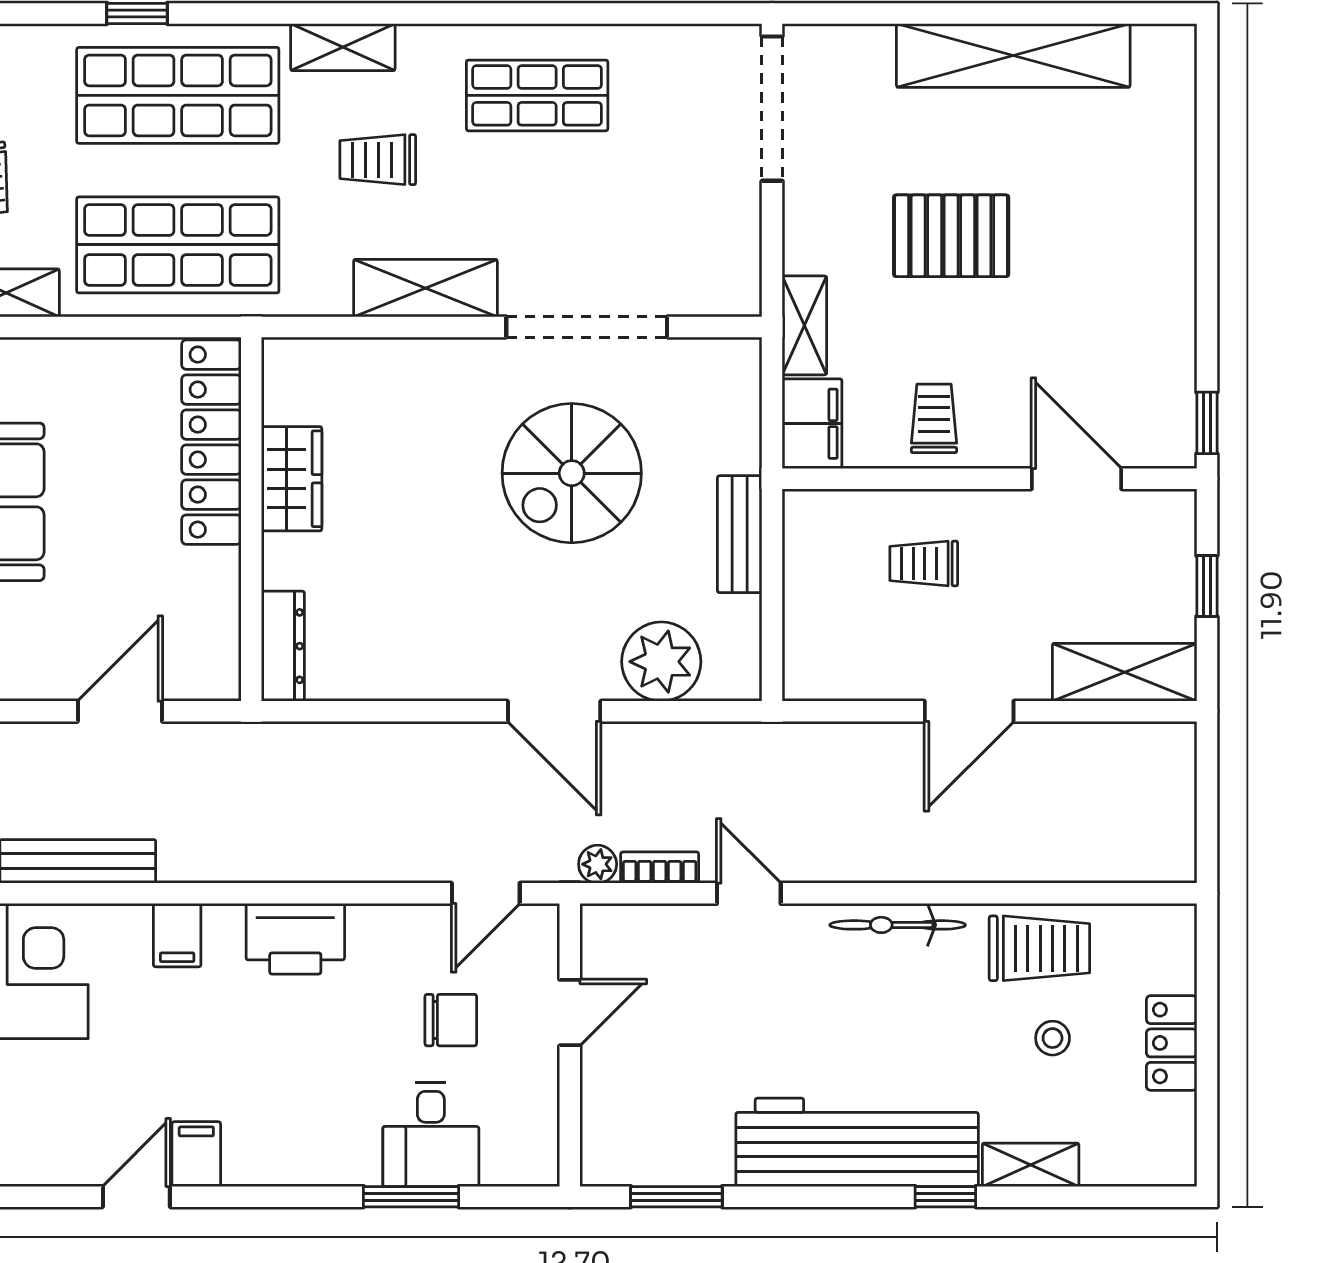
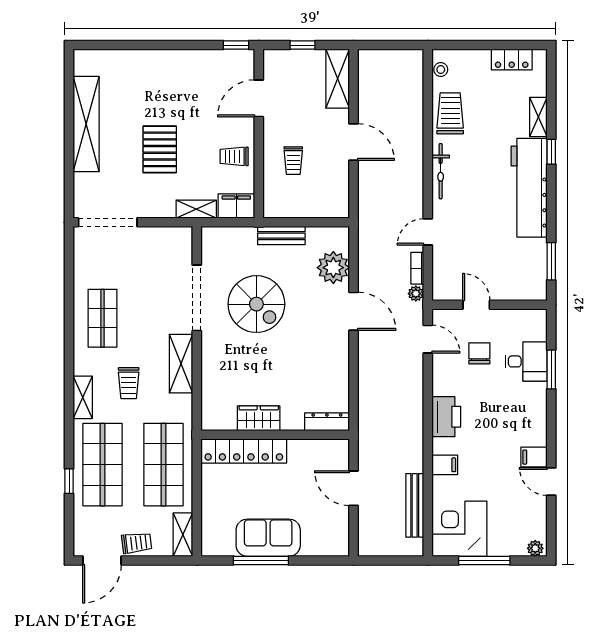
door: (554, 711) -> (354, 311), hinge flipped
stool: (1053, 1038) -> (441, 70), moved
locker: (1172, 1043) -> (512, 60), moved

